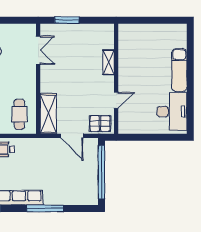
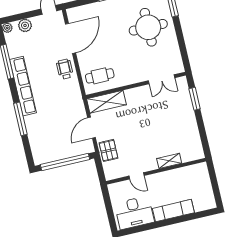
shelving: (108, 62) -> (169, 161), moved
wall: (116, 79) -> (156, 171), moved
door: (116, 100) -> (137, 176), moved

